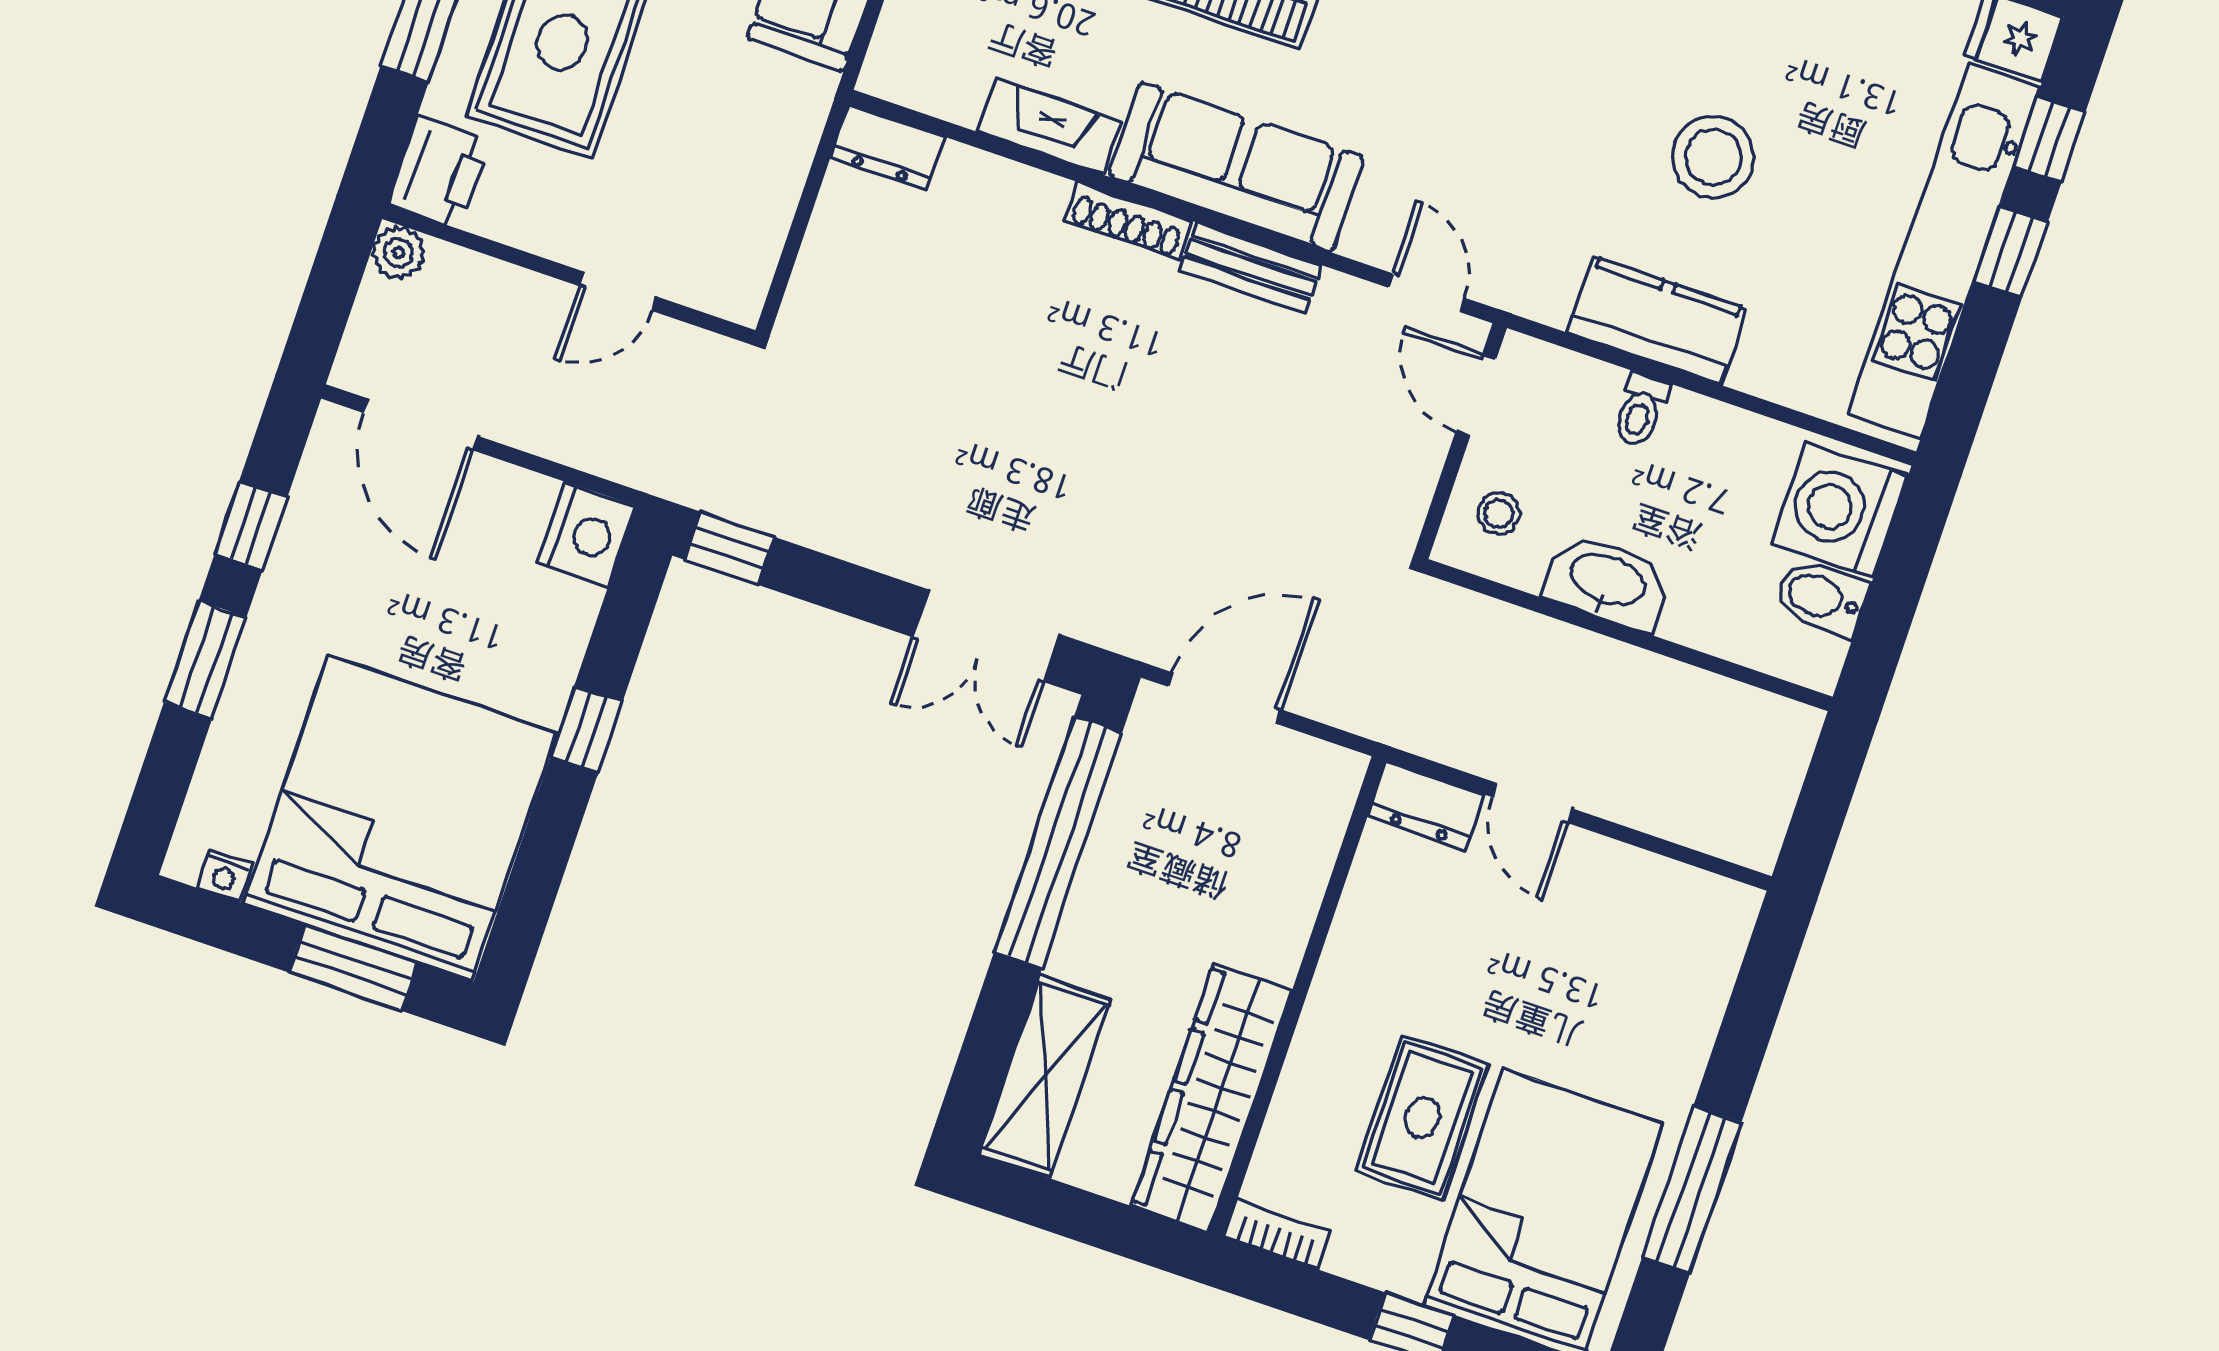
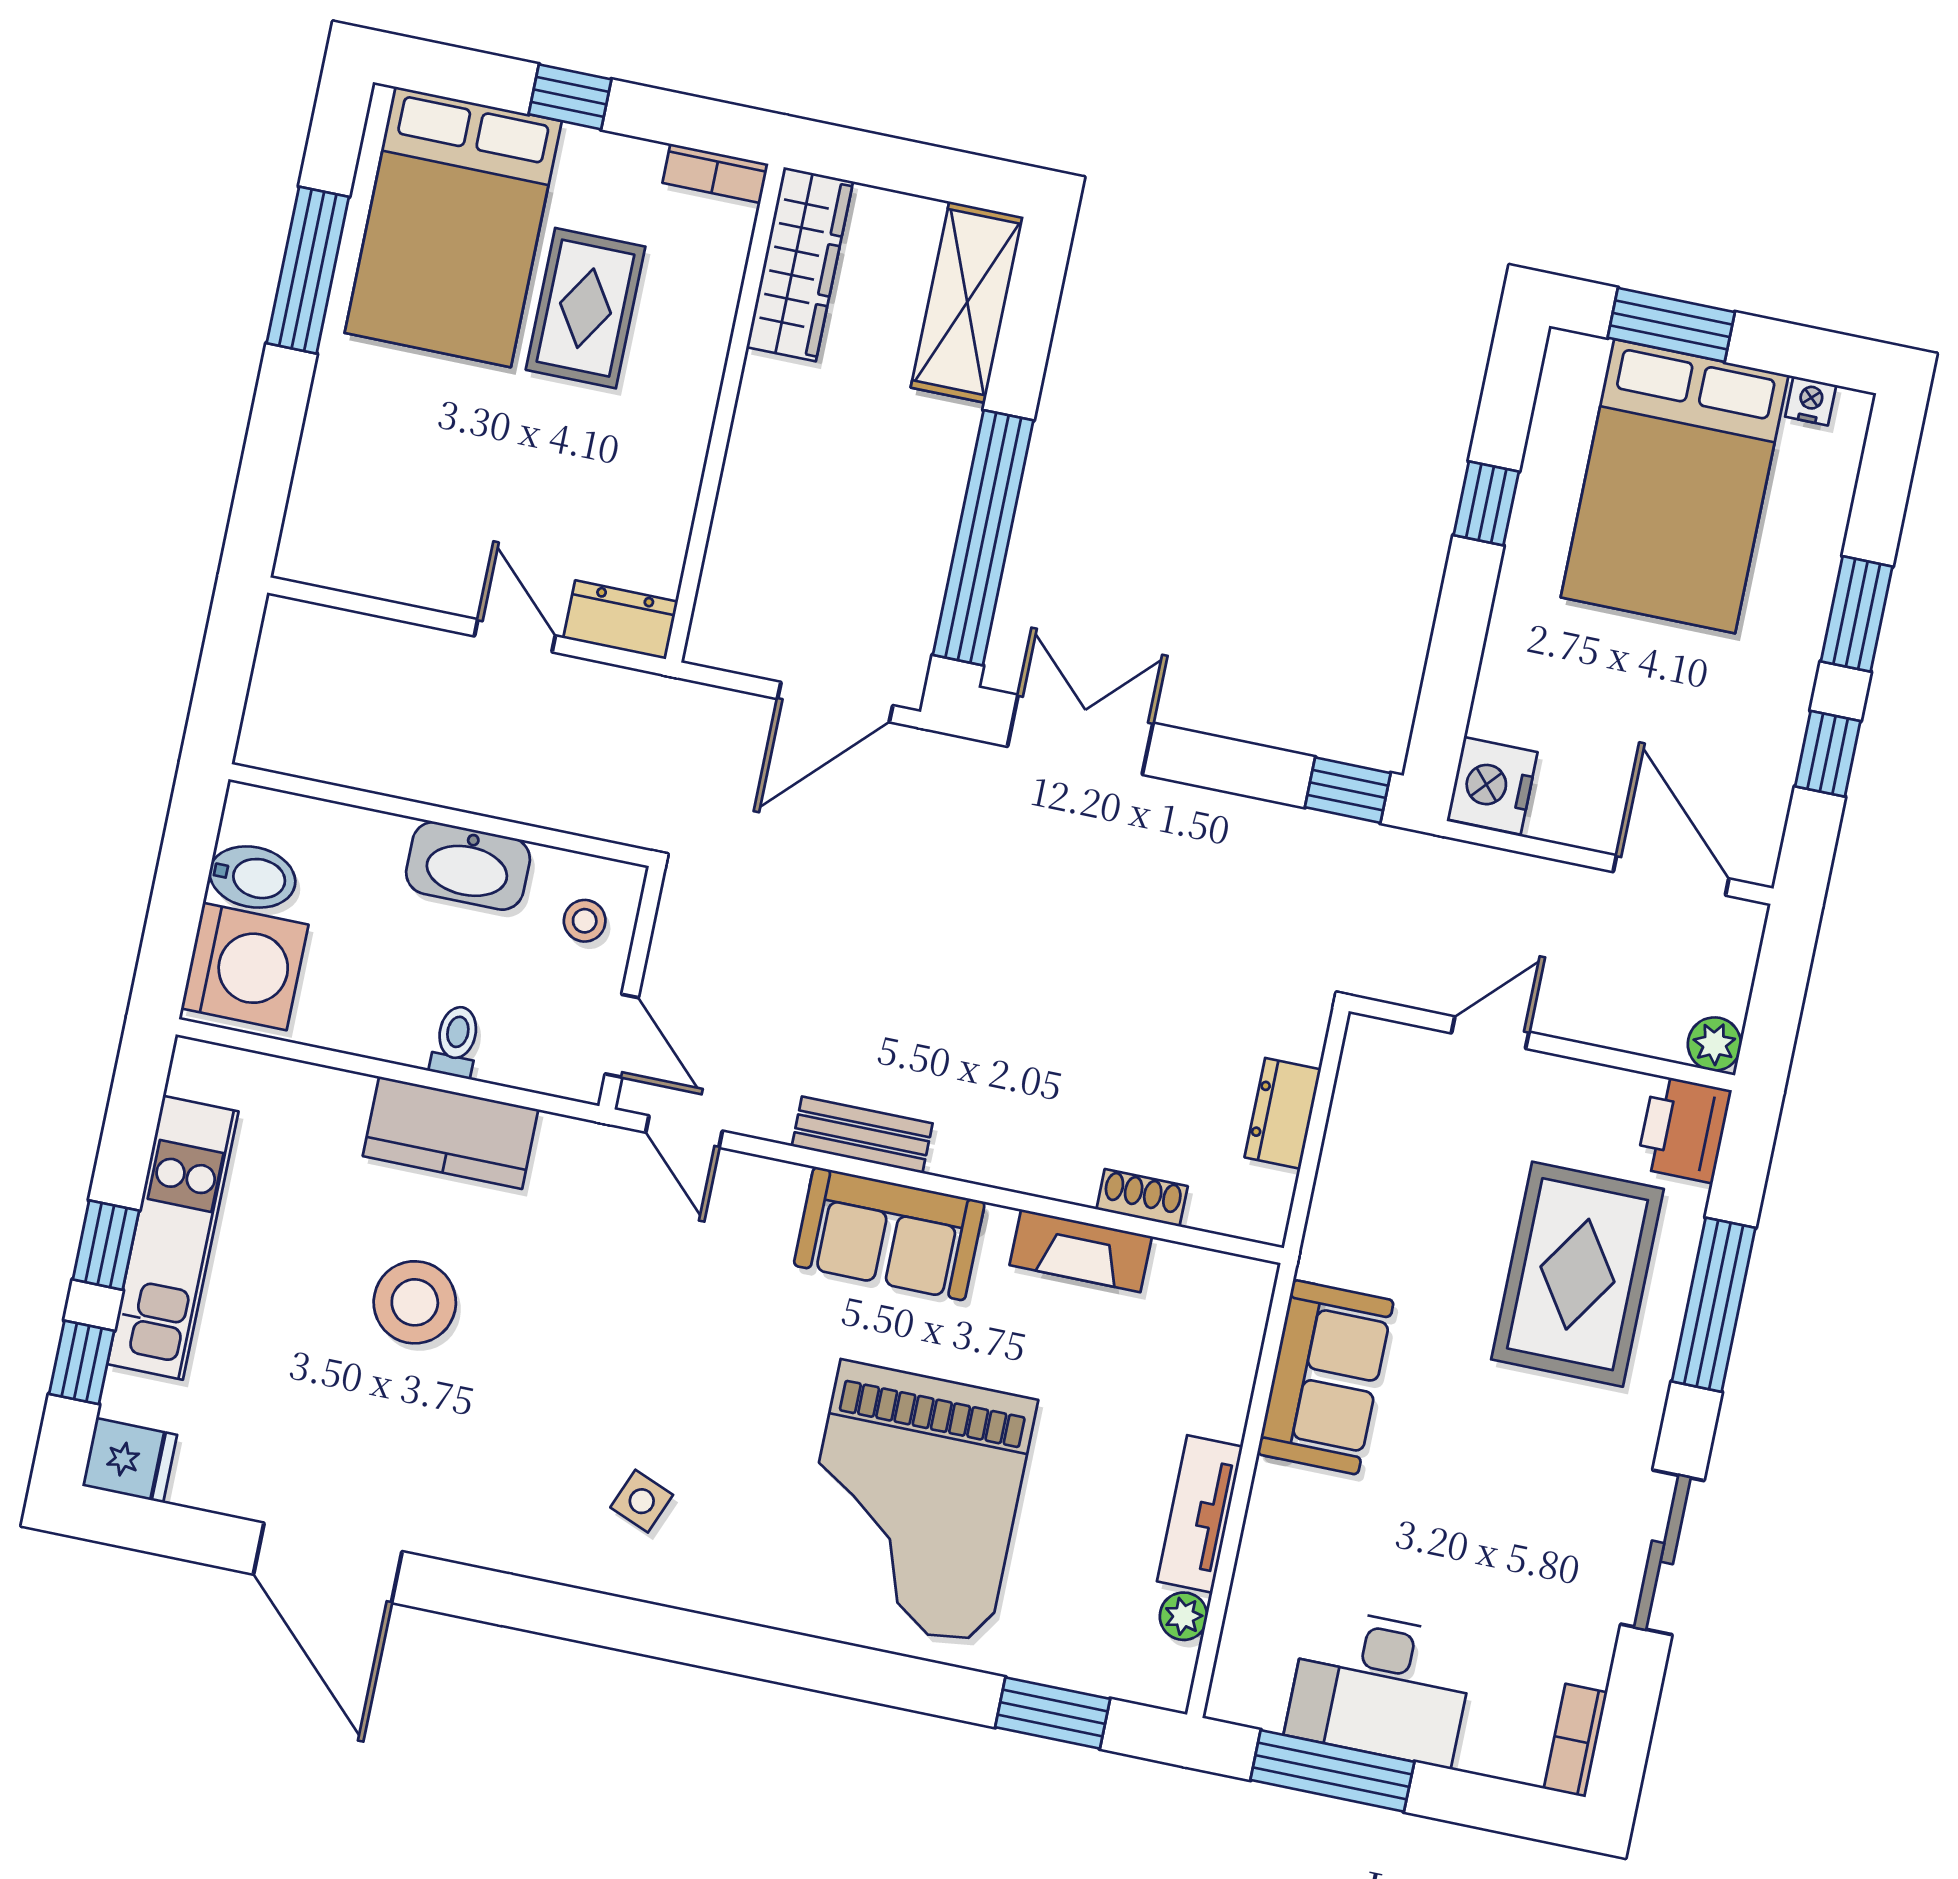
dresser: (887, 147) -> (1283, 1113), moved, turned -90
sofa: (1236, 167) -> (889, 1234), width x0.73
shoe rack: (1128, 221) -> (1142, 1198), moved, width x0.70
kitchen unit: (1944, 251) -> (173, 1238), width x0.73
window: (586, 729) -> (1486, 503), moved
bed: (400, 818) -> (1675, 486), width x0.73
wardrobe: (1212, 1098) -> (800, 264), width x0.71, depth x0.85

